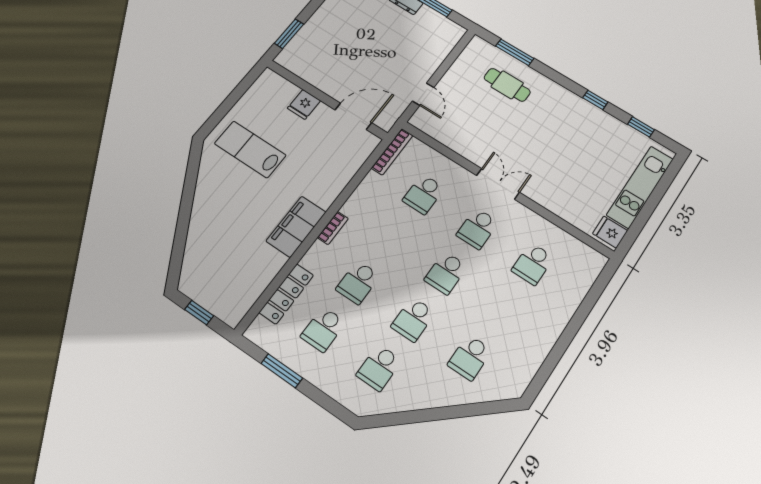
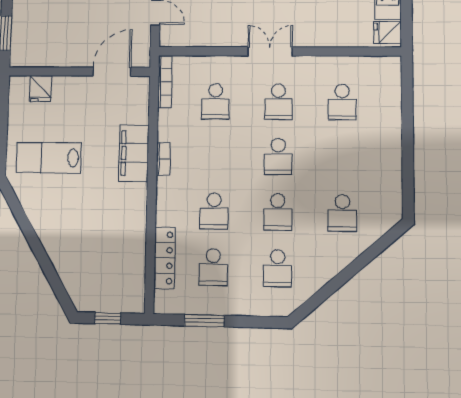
fridge: (304, 104) -> (40, 89), moved
filing cabinet: (296, 227) -> (134, 153), moved
bookcase: (333, 228) -> (163, 159), moved

